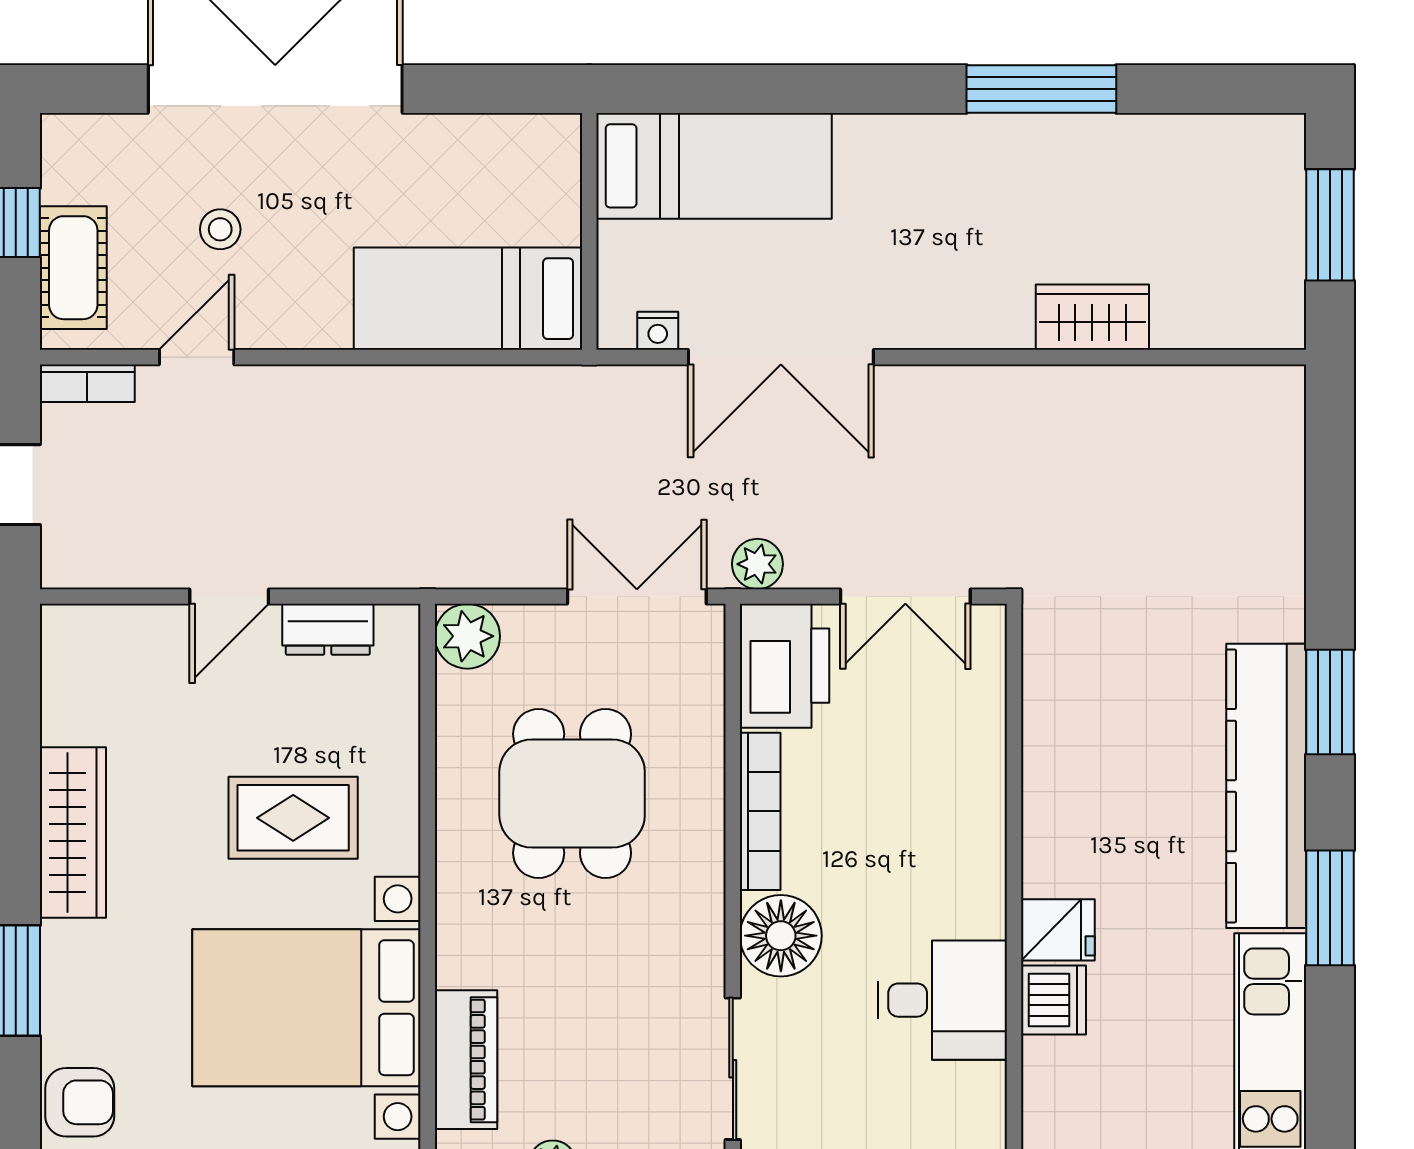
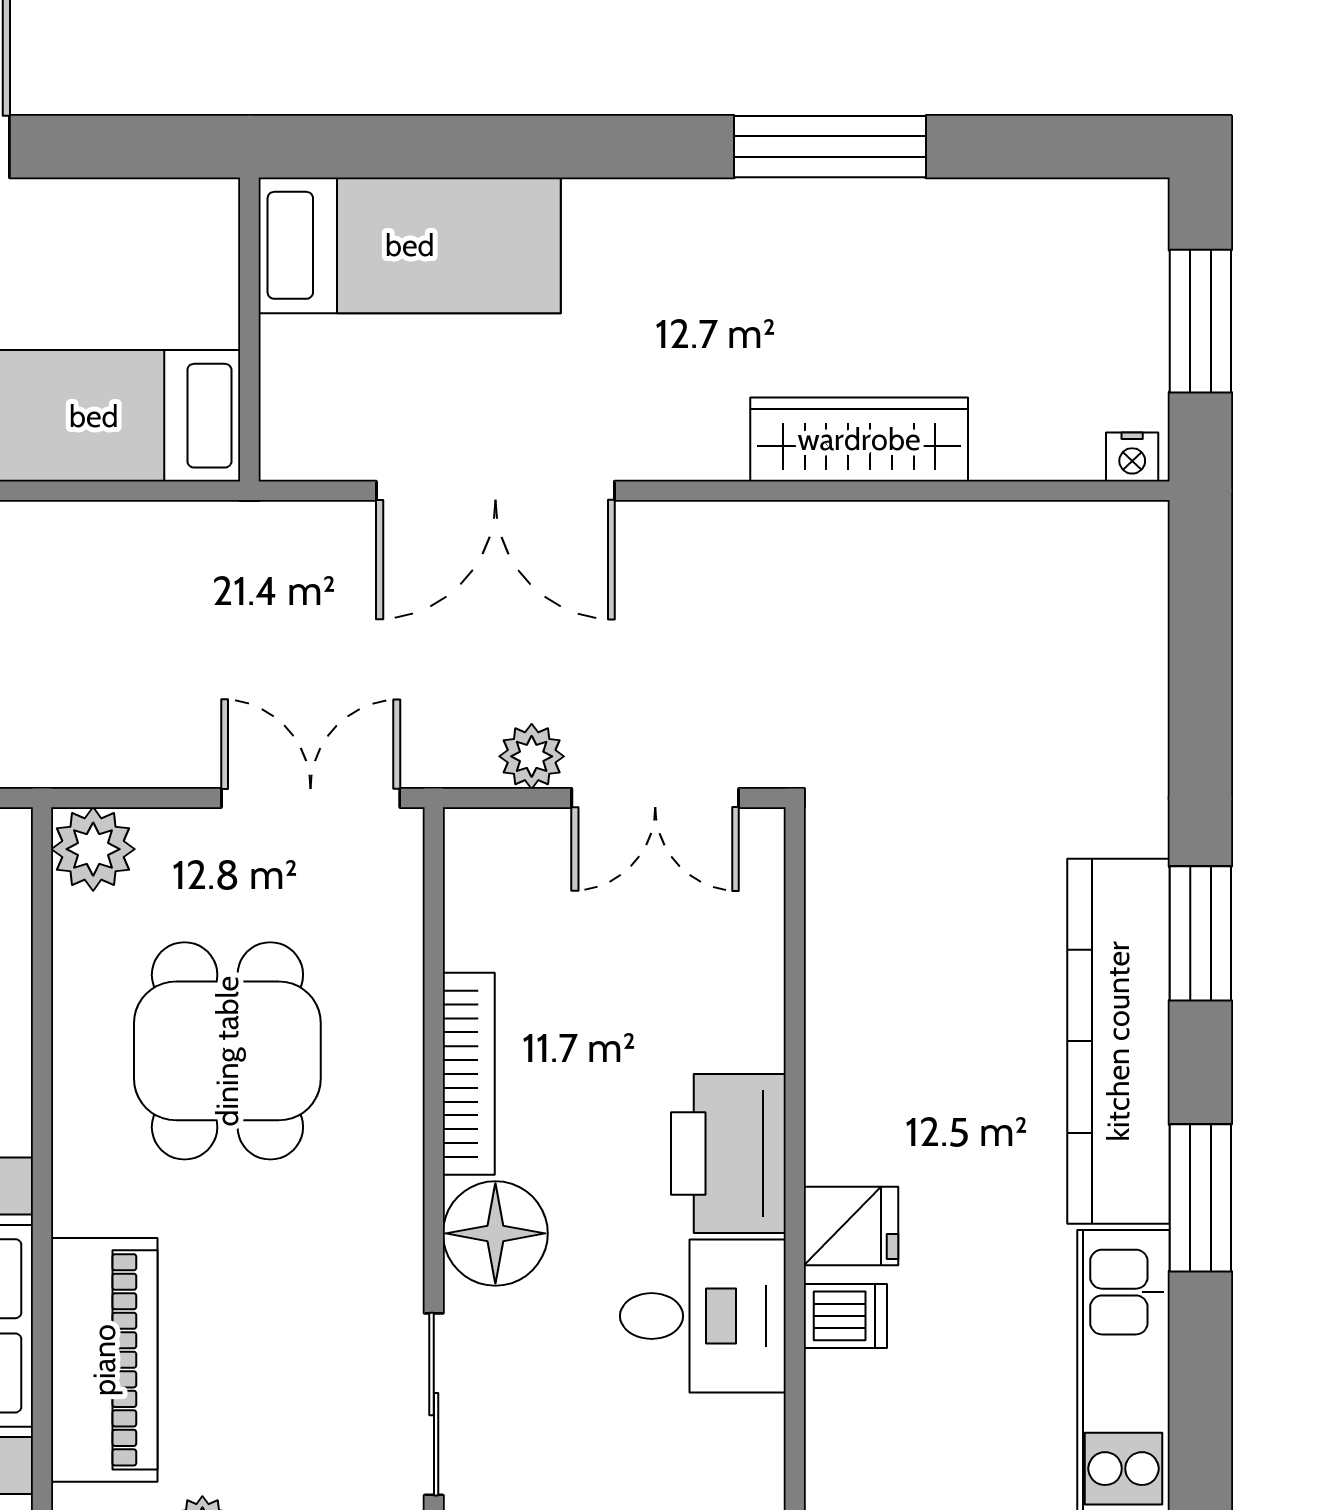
wardrobe: (1092, 317) -> (859, 439), width x1.50
nightstand: (658, 331) -> (1132, 457), moved
plant: (757, 564) -> (532, 756), moved
printer: (785, 666) -> (728, 1154), moved, turned 180
dishwasher: (1054, 1000) -> (845, 1316), width x0.73
piano: (466, 1060) -> (104, 1360), width x1.37, depth x1.33

